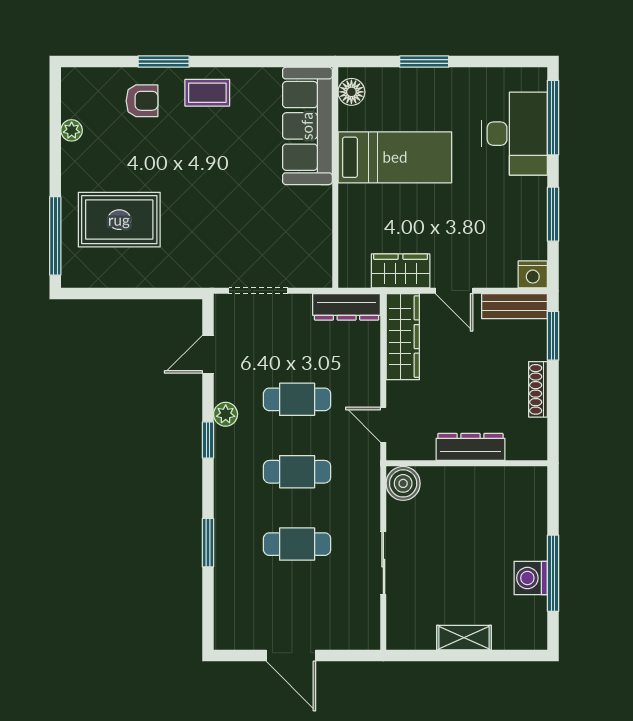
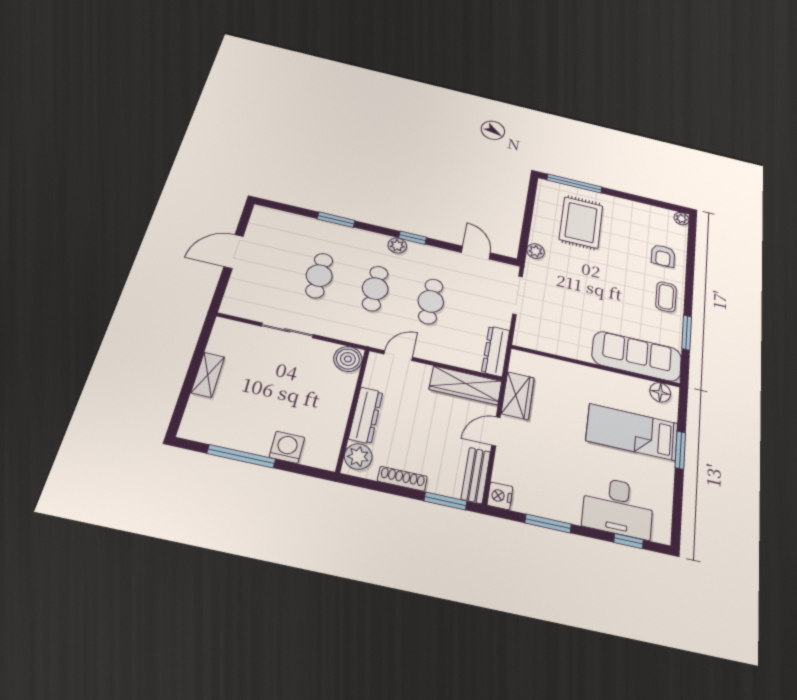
window: (164, 62) -> (687, 333), moved
window: (553, 118) -> (629, 541), width x0.46
plant: (72, 130) -> (682, 219), moved
bed: (395, 157) -> (632, 432), moved, turned 90
plant: (184, 276) -> (536, 251), added
plant: (226, 414) -> (397, 246), moved
plant: (523, 445) -> (358, 457), added
washing machine: (531, 578) -> (287, 447), moved

